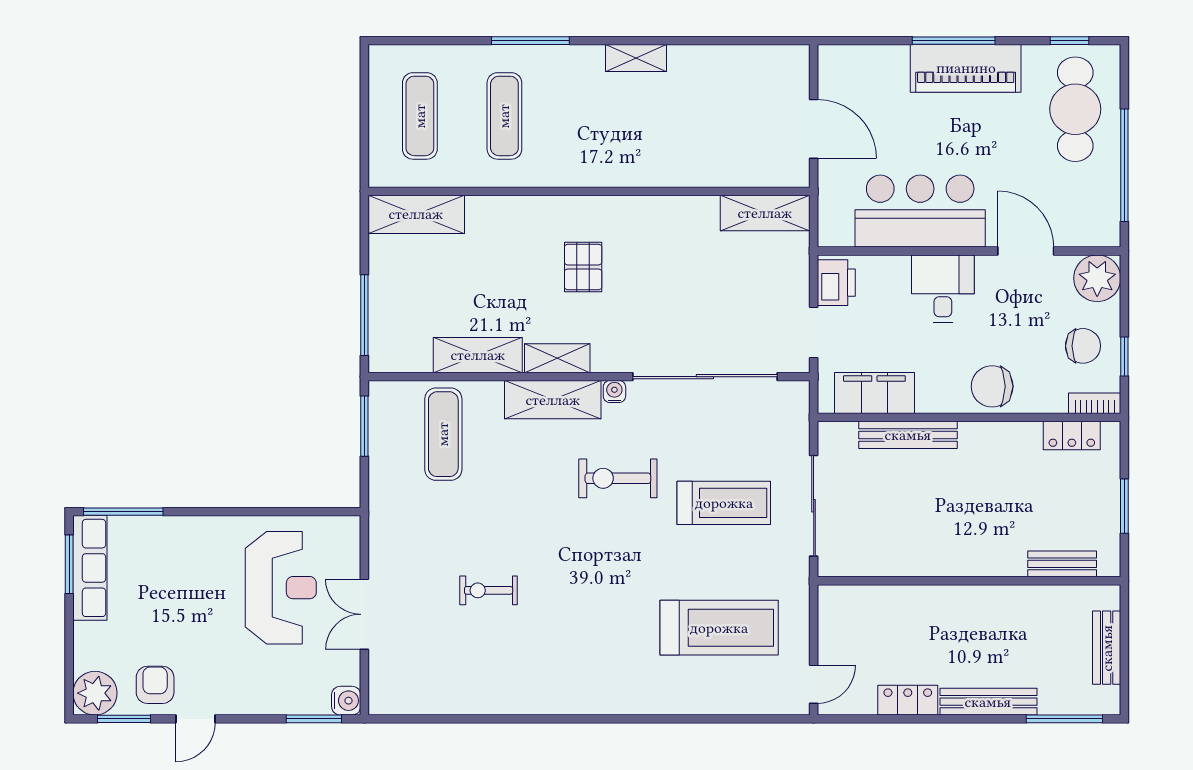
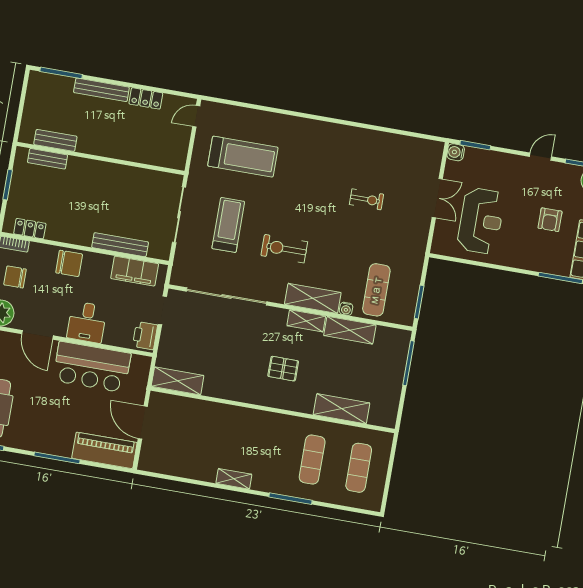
piano: (966, 68) -> (104, 450), moved
shelving: (416, 214) -> (341, 409), moved
pallet: (583, 267) -> (283, 369), turned 90
water cooler: (614, 392) -> (346, 309), moved
exercise bike: (618, 478) -> (284, 249), turned 180
treadmill: (724, 503) -> (228, 225), turned 90
reception desk: (281, 588) -> (481, 221), turned 180
treadmill: (719, 628) -> (243, 157), turned 180
bench: (1107, 648) -> (55, 140), moved, turned 90
armchair: (155, 685) -> (550, 220), moved

